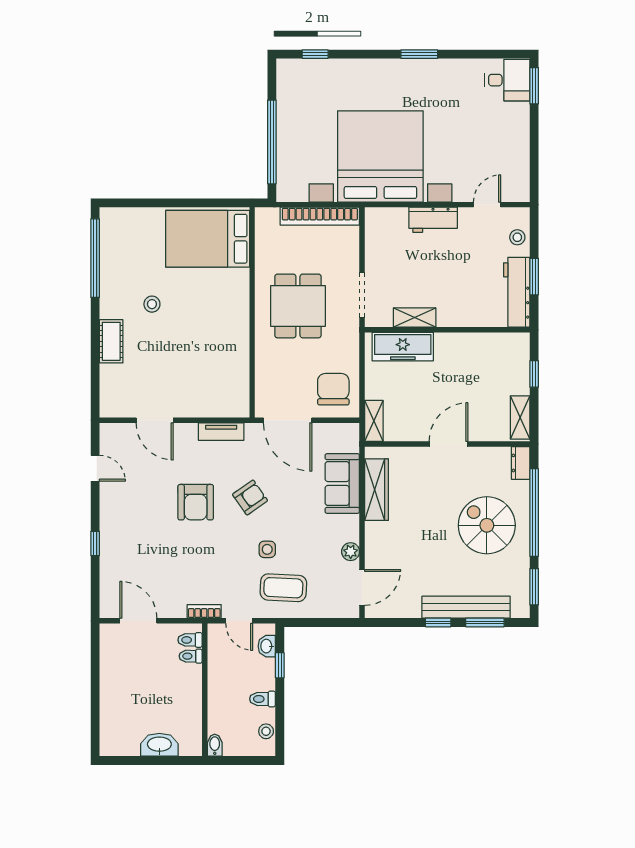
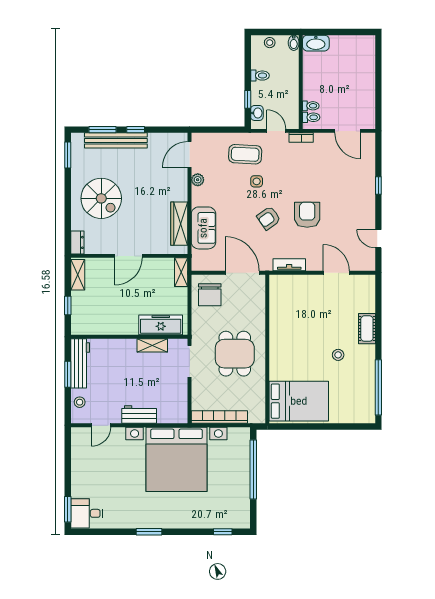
window: (534, 513) -> (68, 207), removed
stool: (266, 731) -> (270, 43), moved
washbasin: (159, 745) -> (316, 43), moved

